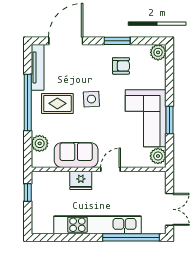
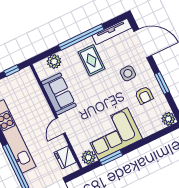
side table: (91, 99) -> (128, 73), moved
window: (170, 120) -> (111, 158), moved
door: (111, 169) -> (60, 126), swing flipped
fridge: (81, 180) -> (65, 157), moved

